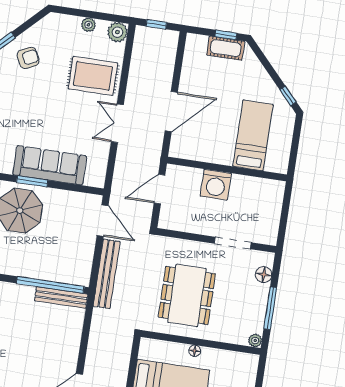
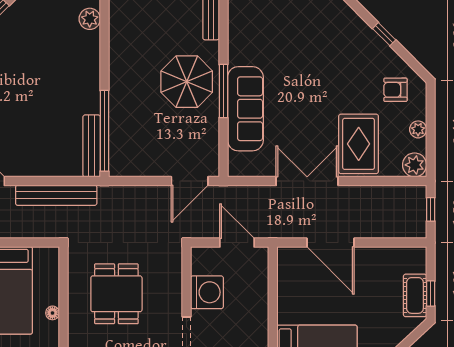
armchair: (28, 58) -> (395, 90), moved, turned 116
double door: (117, 123) -> (307, 181), width x1.37
window: (32, 181) -> (223, 91), width x1.44
washing machine: (216, 185) -> (207, 292), moved, turned 180
bench: (107, 274) -> (56, 195), moved
dining table: (187, 295) -> (116, 294), width x0.73

